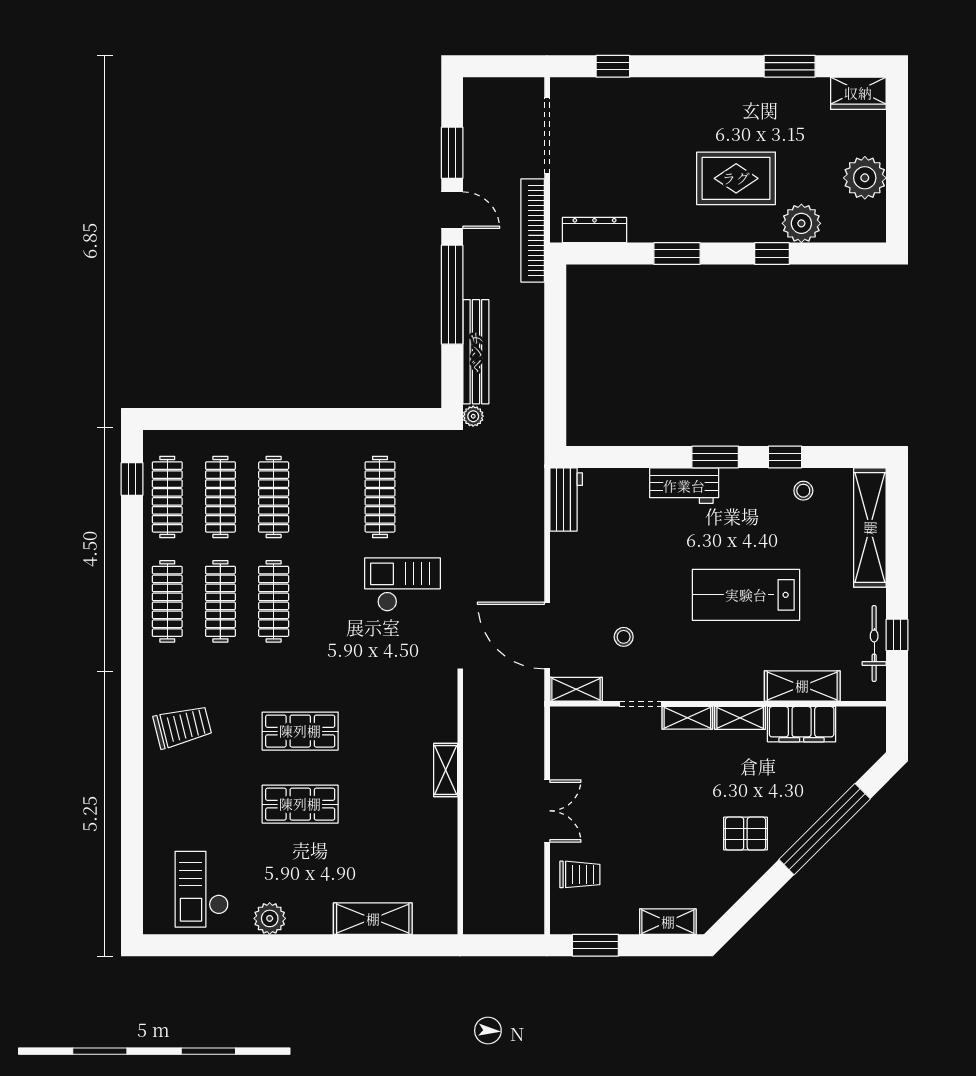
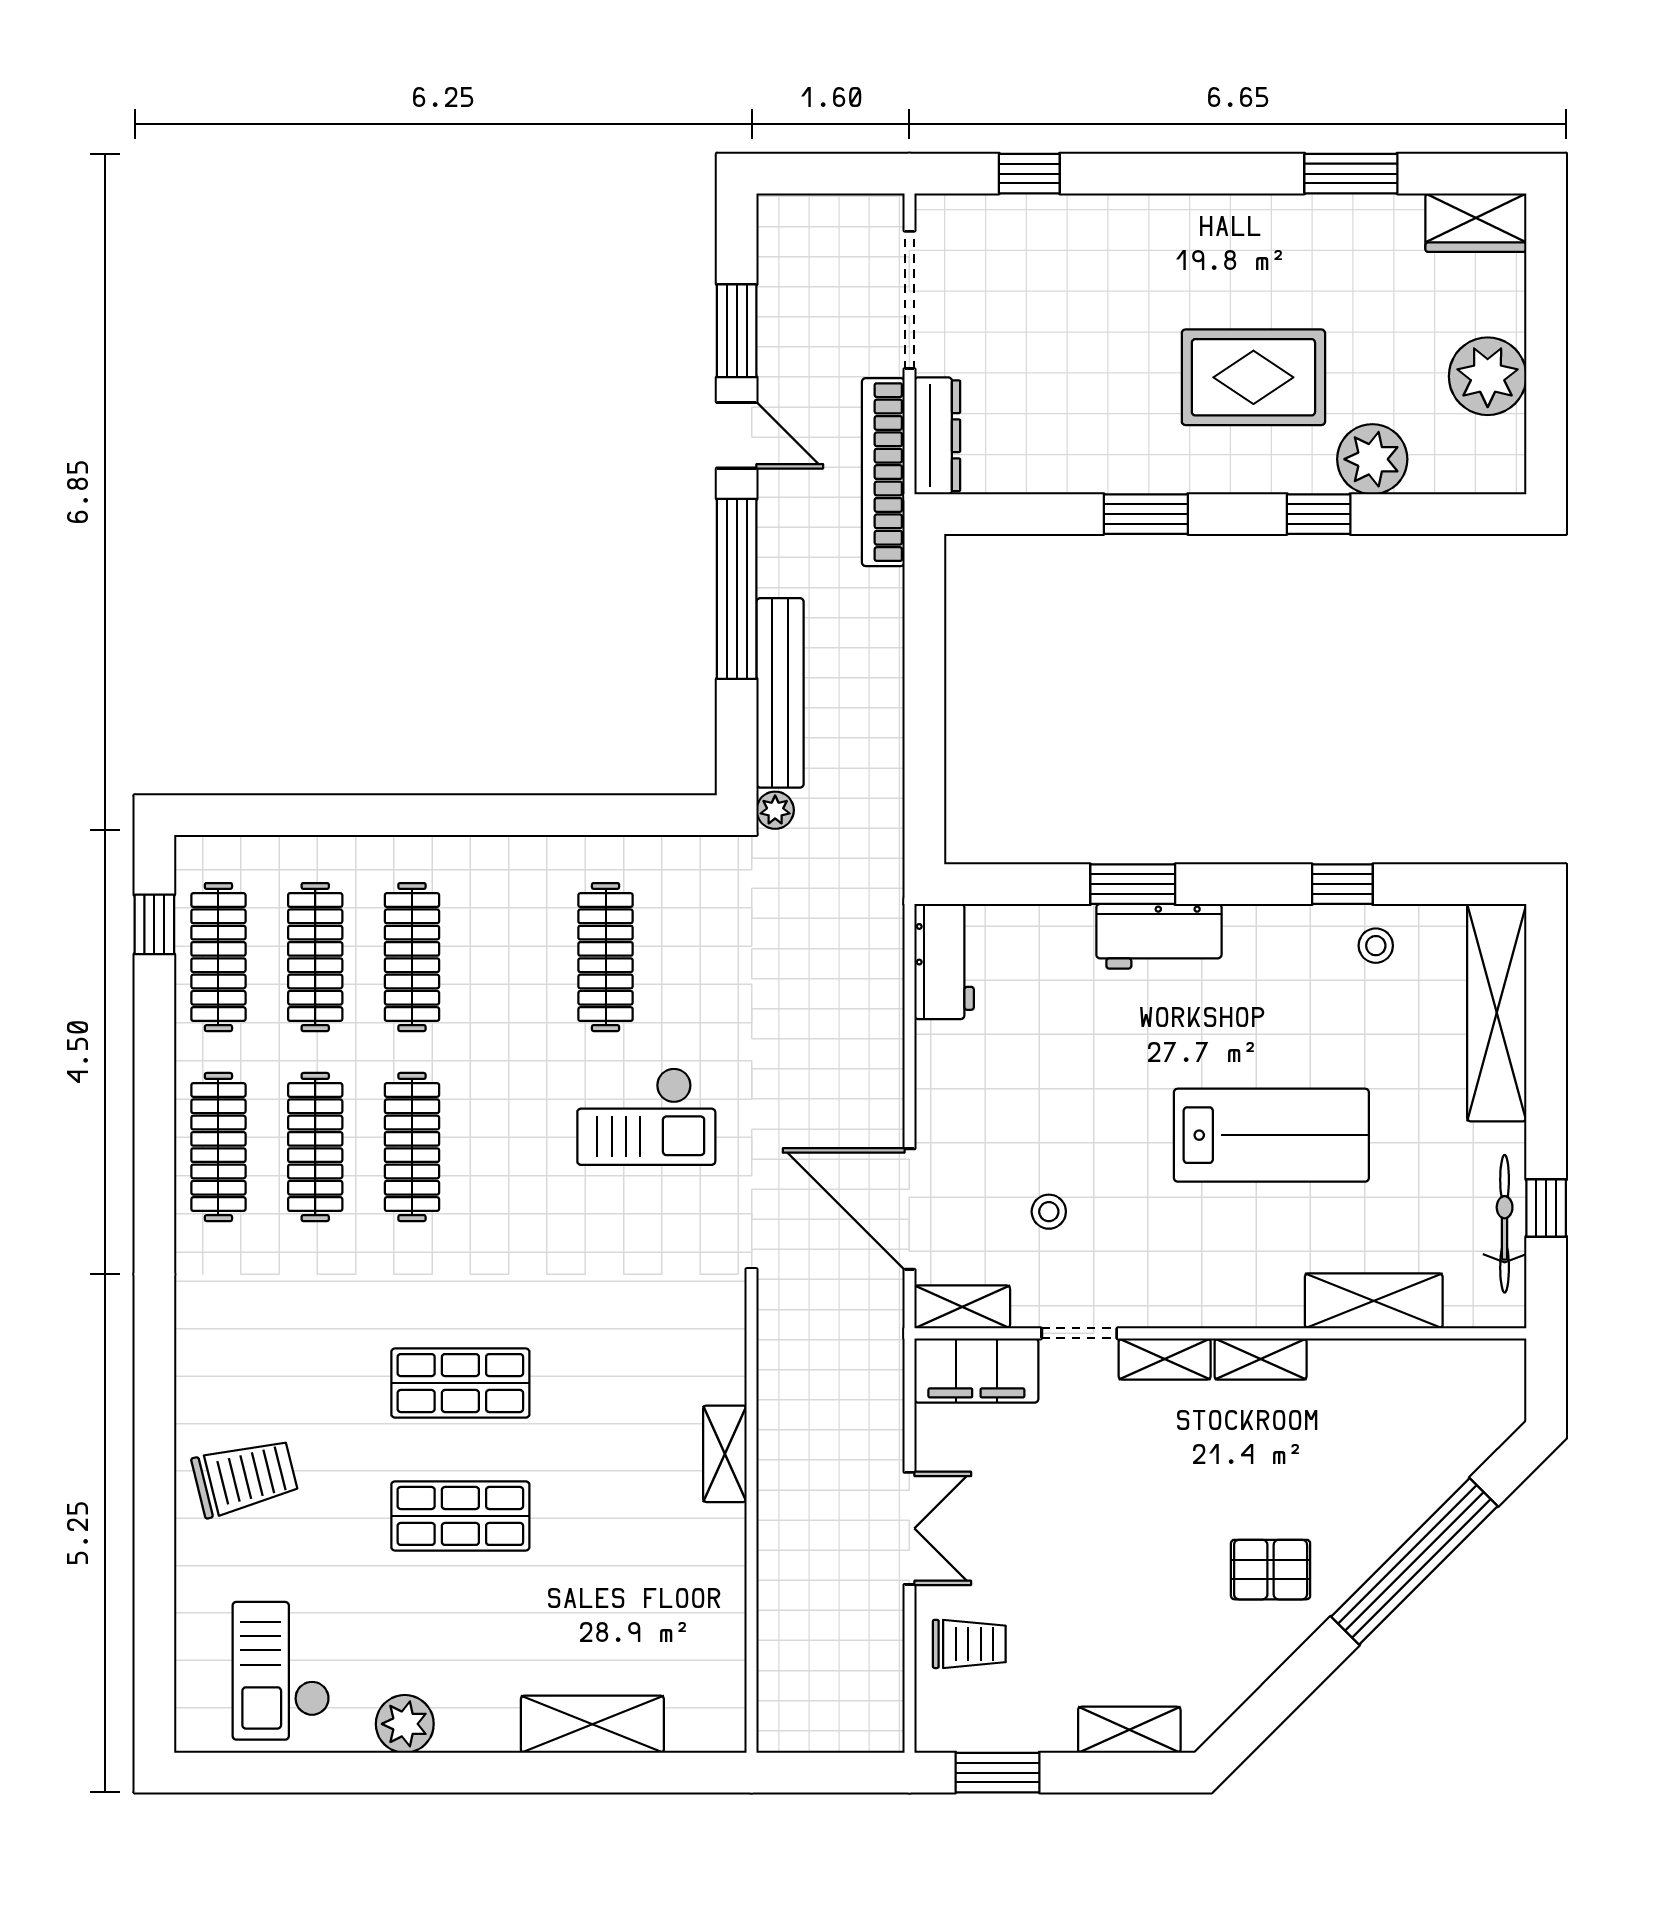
dresser: (595, 230) -> (937, 436), moved, turned 90
window: (715, 457) -> (1133, 884), moved
checkout: (402, 585) -> (646, 1116), turned 180
lab bench: (746, 595) -> (1271, 1135), turned 180
filing cabinet: (802, 724) -> (976, 1370), moved
trolley: (182, 727) -> (245, 1477), moved

